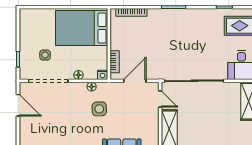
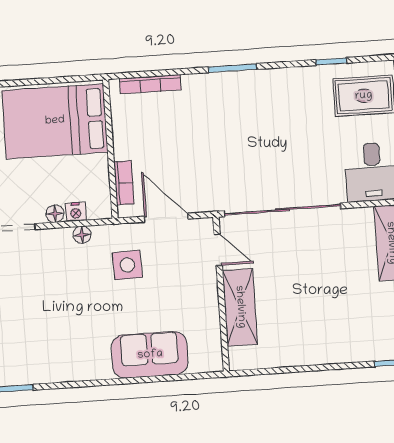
nightstand: (103, 75) -> (76, 212), moved
door: (135, 81) -> (166, 218), hinge flipped
side table: (99, 109) -> (127, 265), moved

